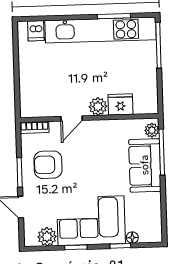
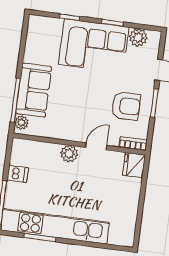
dishwasher: (36, 31) -> (18, 174), moved, turned 90
fridge: (120, 104) -> (134, 165), moved, turned 90
floor lamp: (132, 238) -> (57, 23), removed

